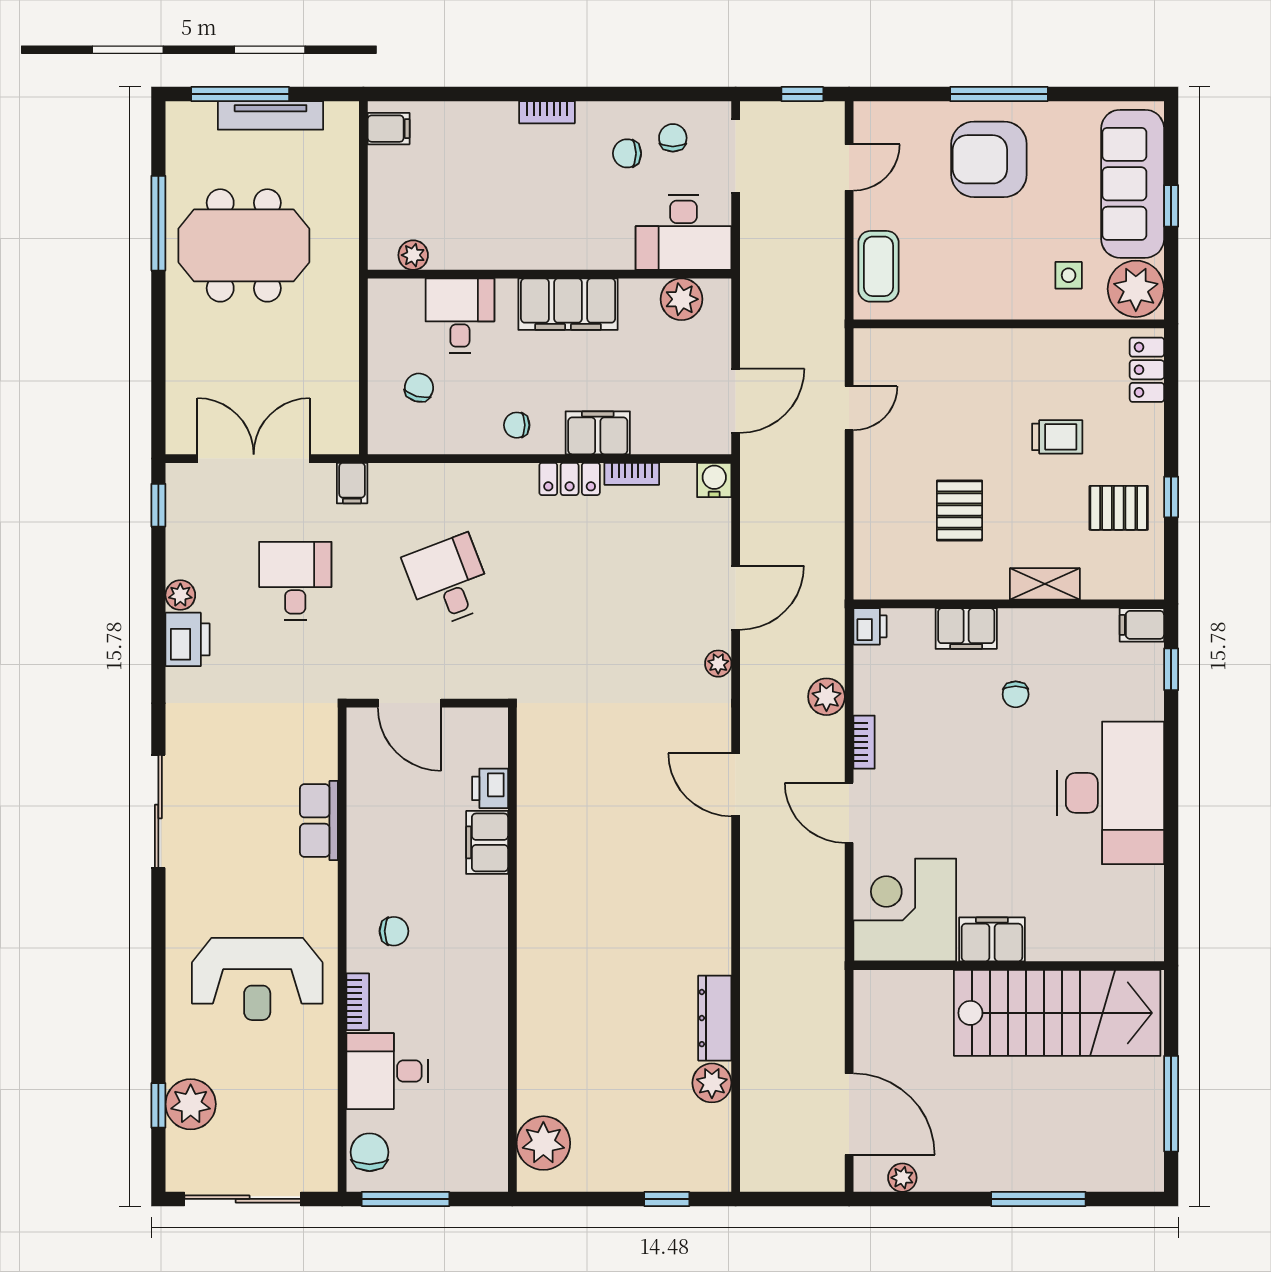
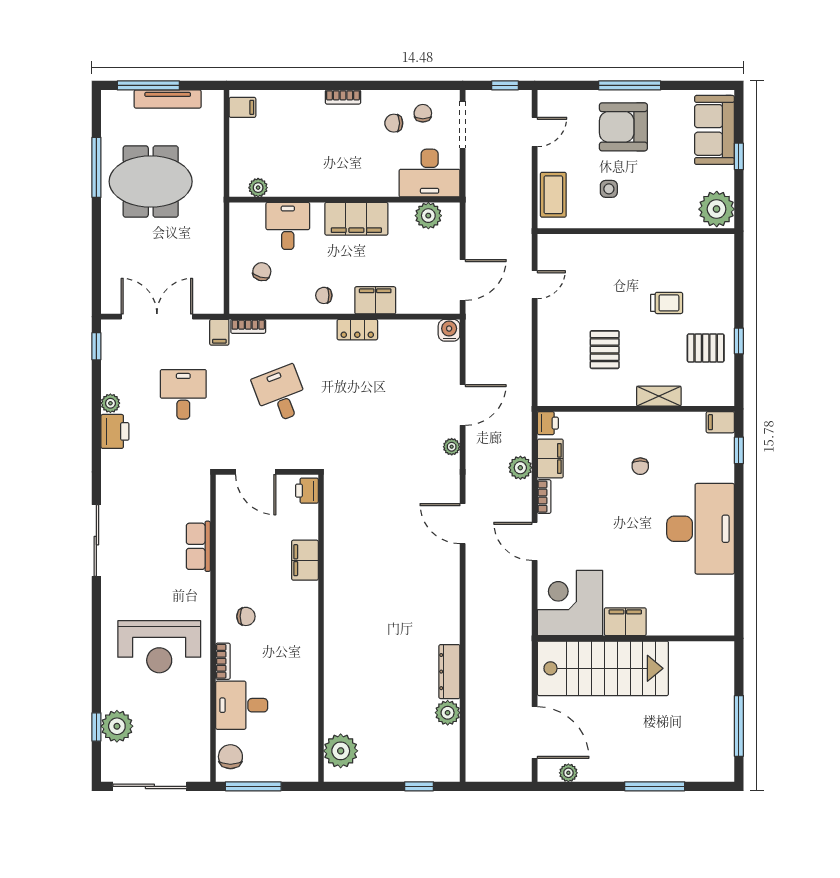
sofa: (1133, 184) -> (714, 130), width x0.73
side table: (1069, 275) -> (609, 189), moved
locker: (1147, 370) -> (724, 260), removed
bookcase: (632, 474) -> (248, 326), moved
filing cabinet: (966, 629) -> (550, 459), moved, turned -90
printer: (490, 788) -> (307, 491), moved
stairs: (1057, 1013) -> (603, 668), moved

